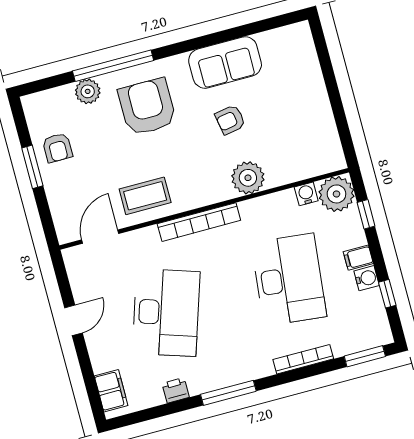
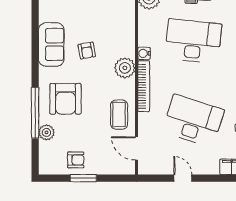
armchair: (147, 107) -> (65, 99), turned -90
plant: (248, 178) -> (125, 68), moved
water cooler: (306, 194) -> (144, 53), moved

